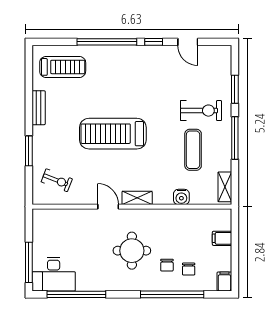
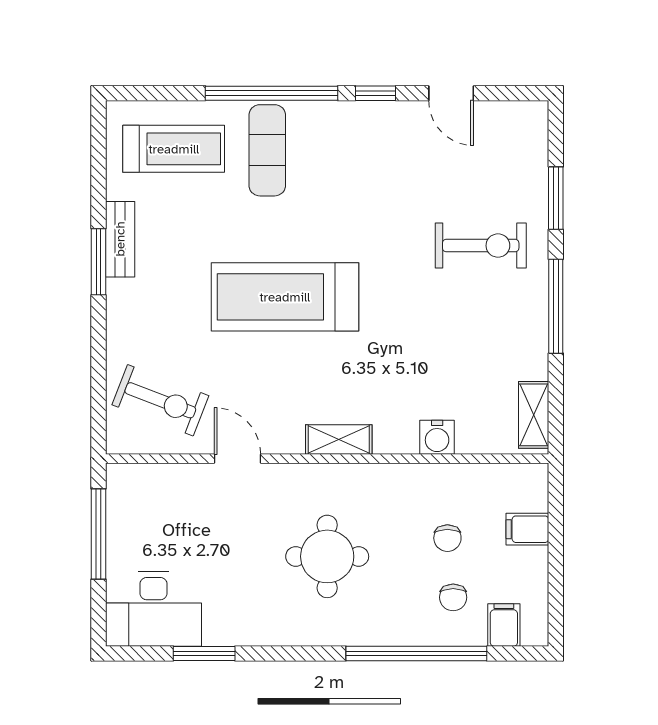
exercise mat: (193, 150) -> (267, 150), moved
window: (29, 151) -> (99, 262), moved
exercise bike: (57, 180) -> (160, 400), width x1.38, depth x1.39
door: (108, 207) -> (237, 459), moved
window: (29, 262) -> (99, 534), moved
chair: (167, 265) -> (447, 538), moved
filing cabinet: (224, 282) -> (504, 625), moved
window: (76, 294) -> (204, 654), width x0.47

